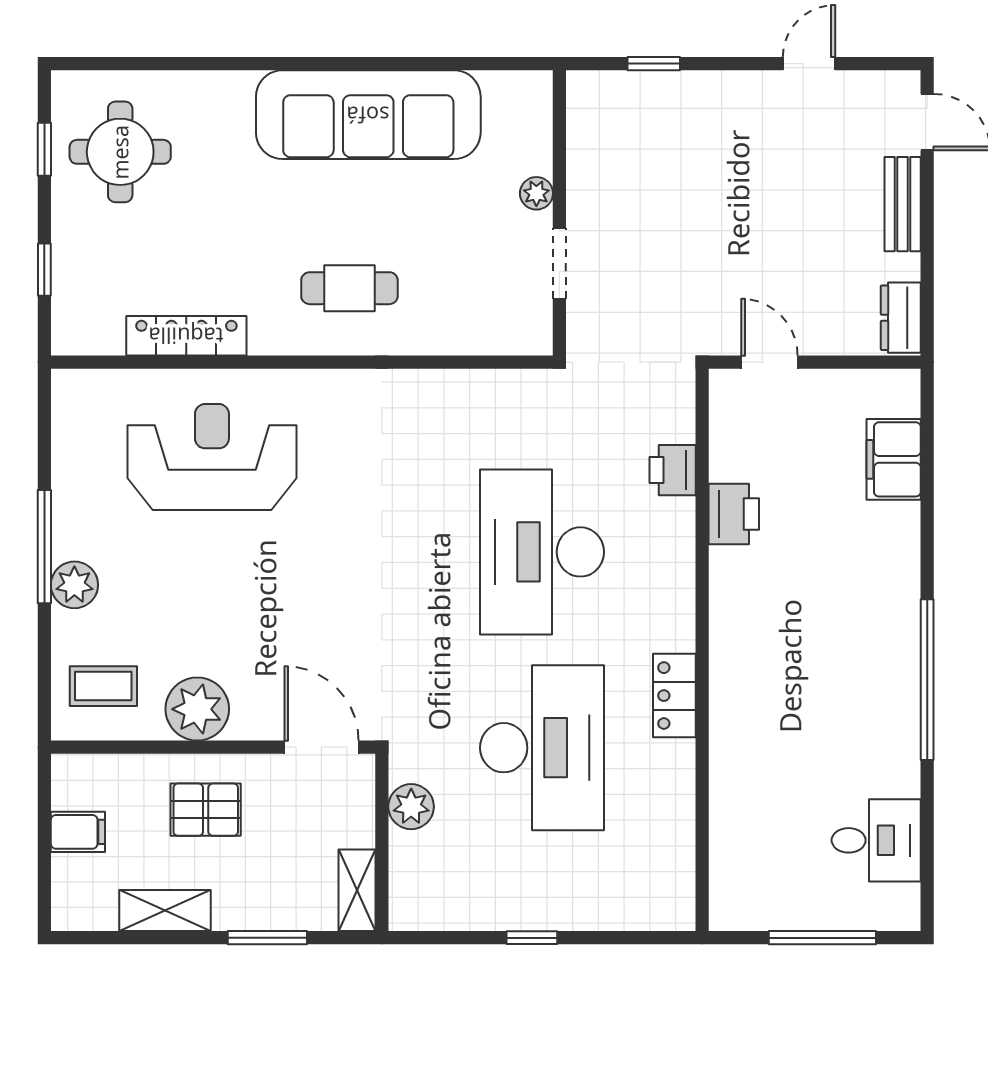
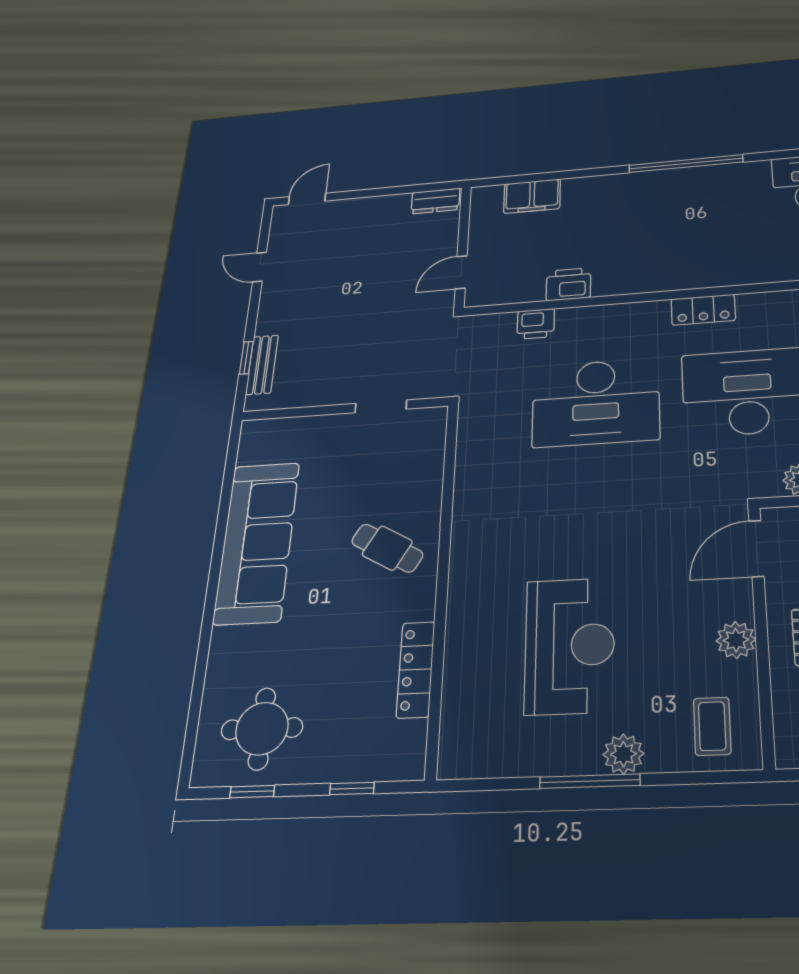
plant: (536, 193) -> (329, 425), removed
bench: (903, 204) -> (262, 365), moved, turned 90
cafe table: (349, 288) -> (387, 548), turned -60
reception desk: (212, 457) -> (570, 645), moved, turned 180
plant: (197, 709) -> (736, 640), width x0.73, depth x0.73

